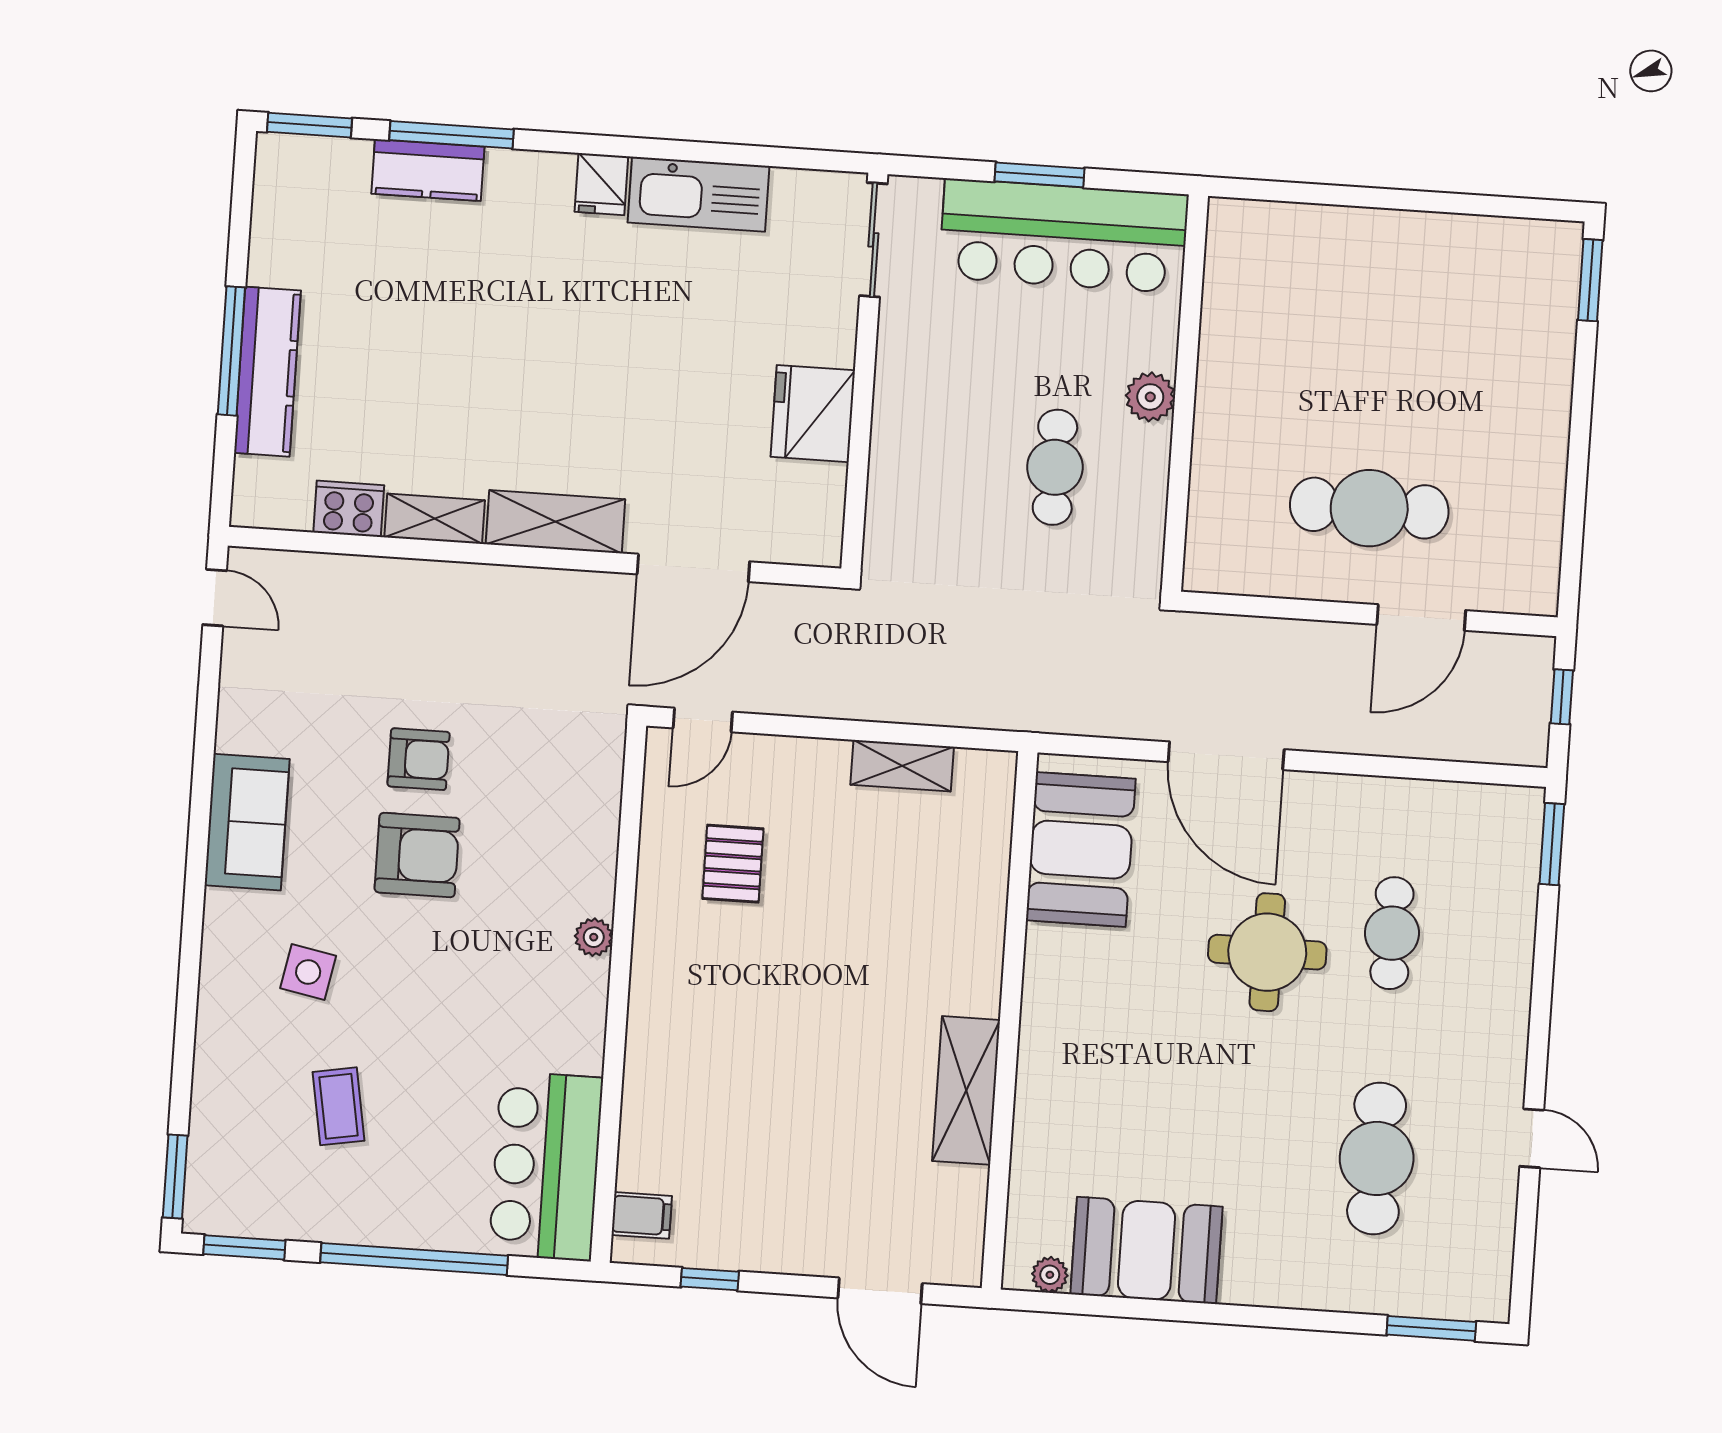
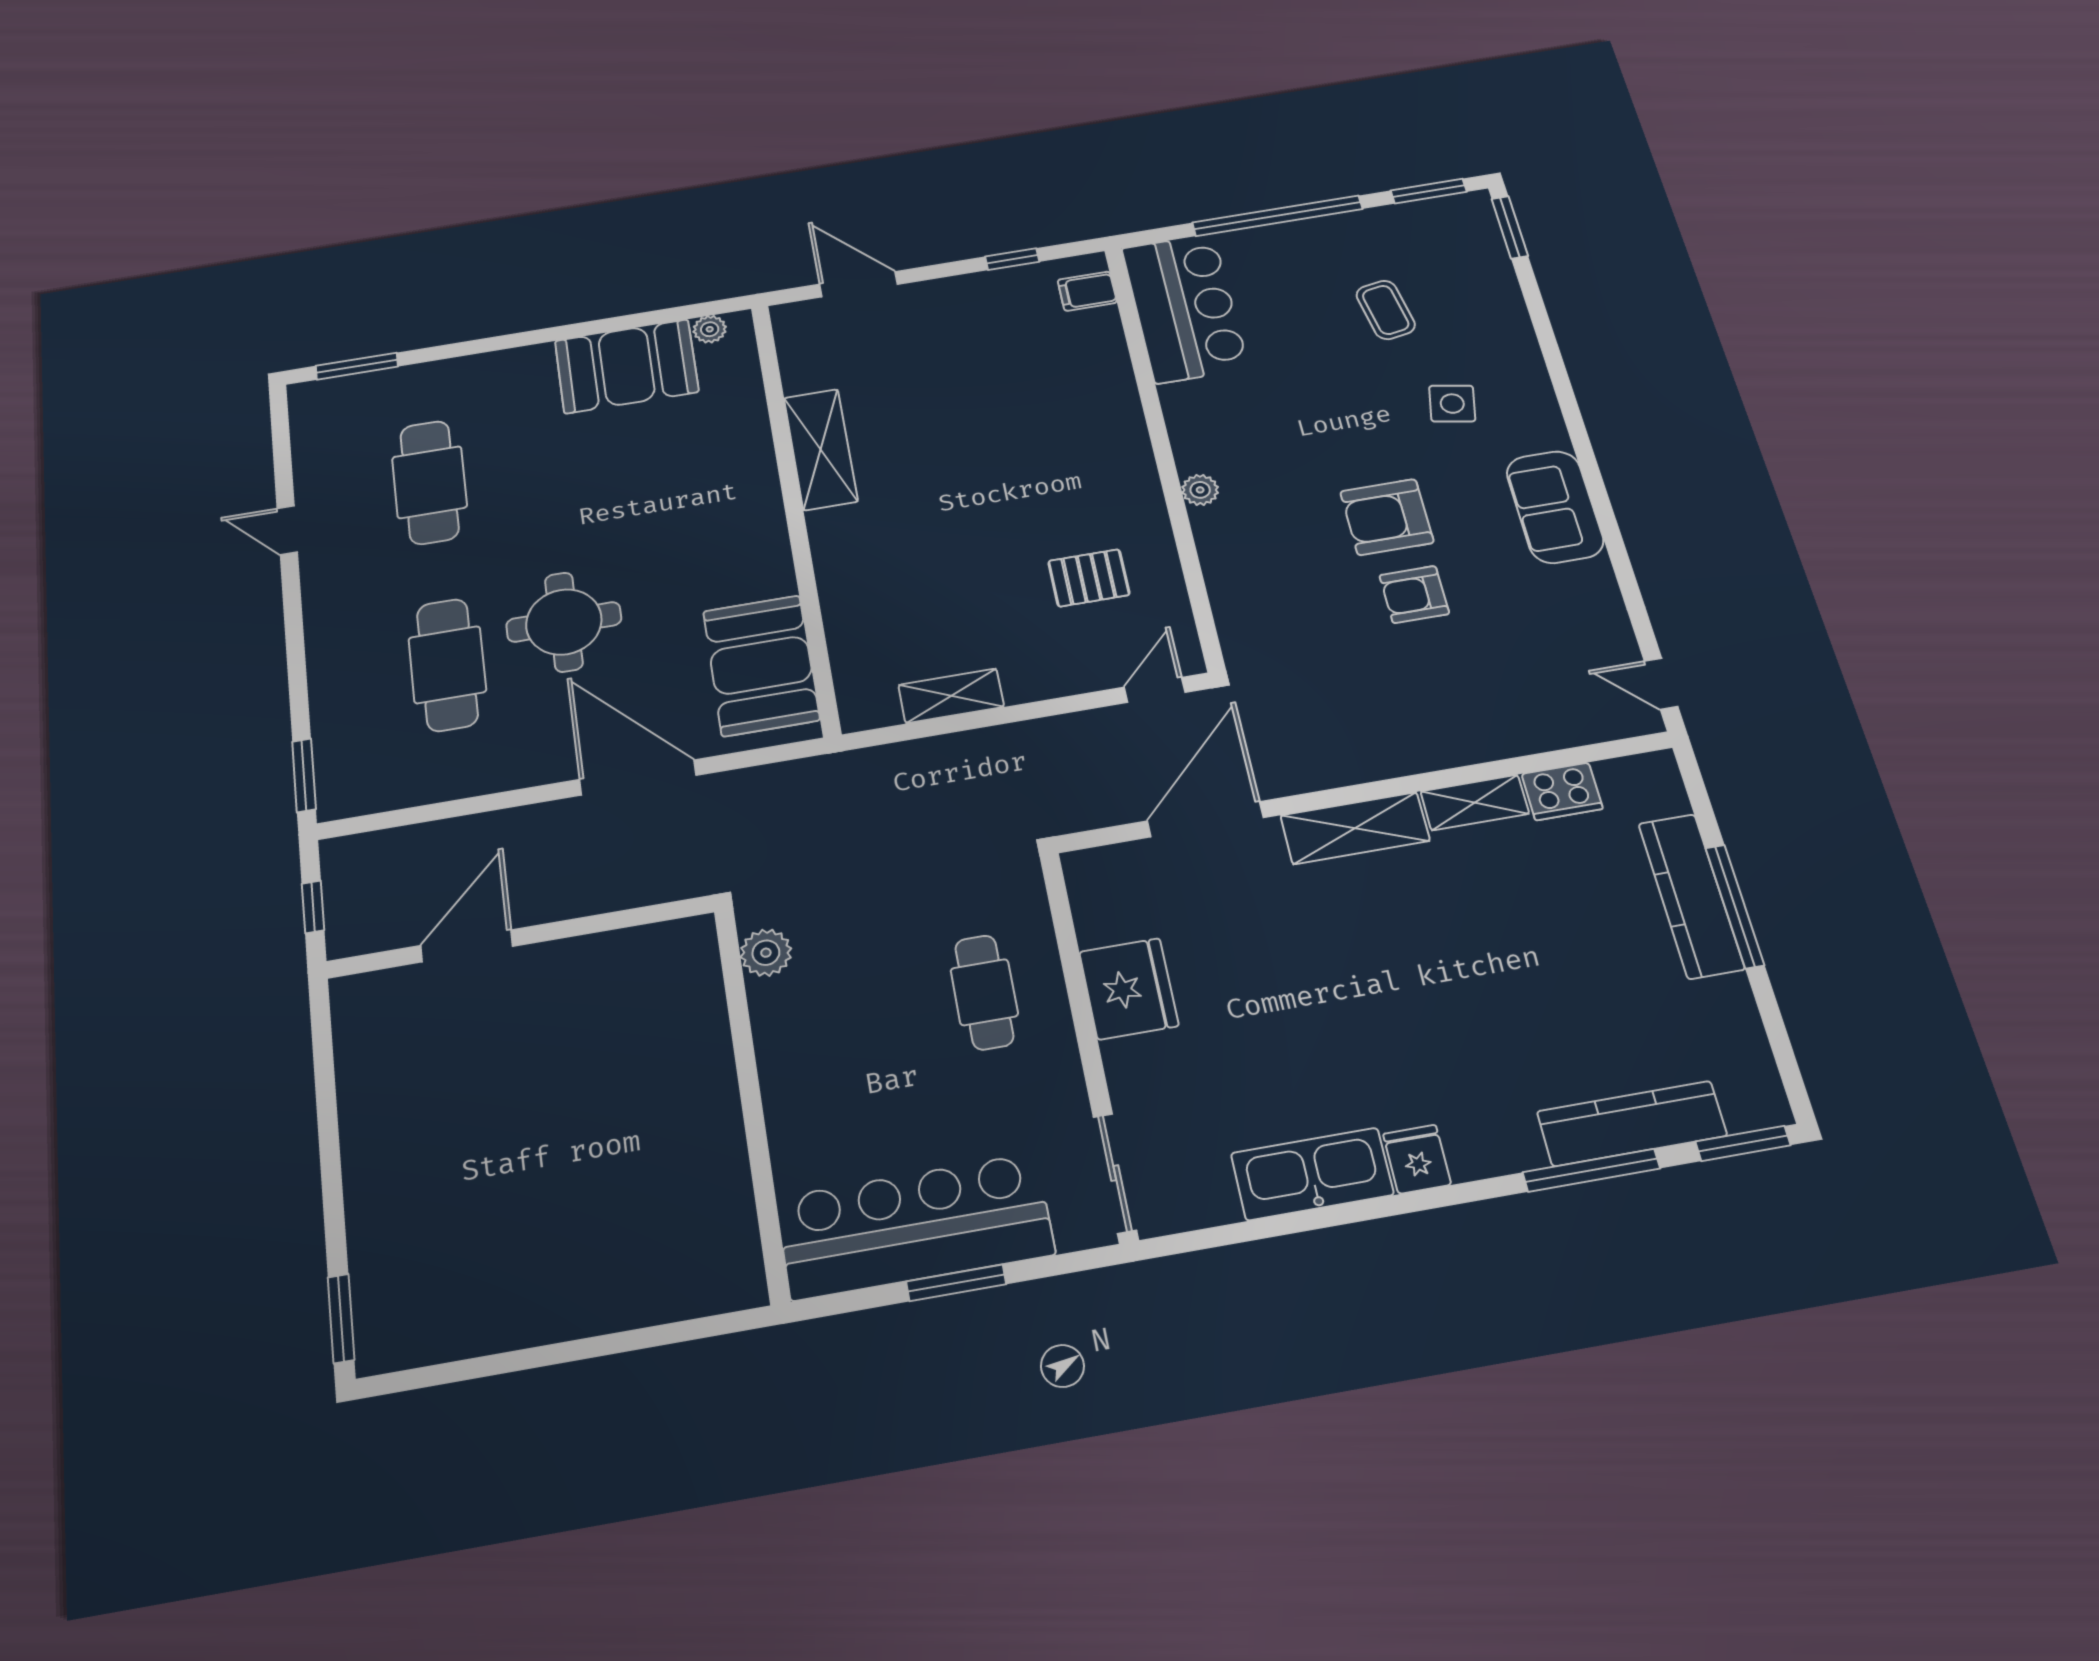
kitchen counter: (428, 170) -> (1632, 1124), width x1.50
plant: (1150, 397) -> (766, 953), moved
cafe table: (1055, 467) -> (984, 992), moved
cafe table: (1369, 508) -> (538, 1035), removed
pallet: (733, 864) -> (1089, 578), turned 90
cafe table: (1392, 933) -> (447, 665), width x1.37, depth x1.35

